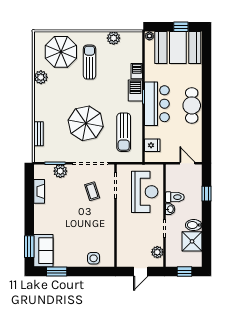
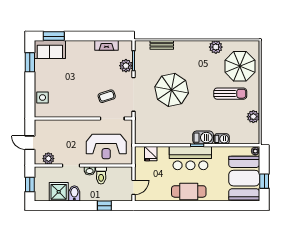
sun lounger: (124, 132) -> (163, 126), removed

